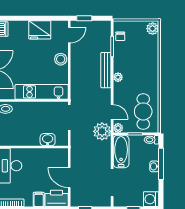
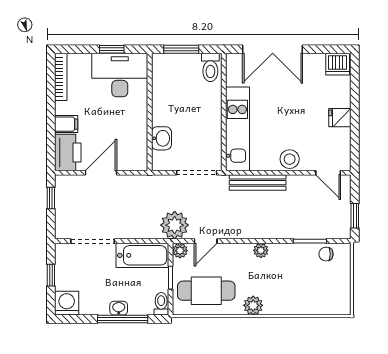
window: (84, 18) -> (355, 216), moved
plant: (153, 29) -> (253, 305), moved
fridge: (40, 30) -> (340, 118), width x0.53, depth x0.75
bench: (106, 70) -> (258, 183), moved

